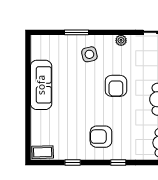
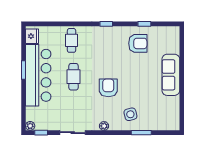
sofa: (41, 85) -> (171, 75), moved
armchair: (101, 137) -> (138, 43), moved
coffee table: (43, 152) -> (170, 32), removed

